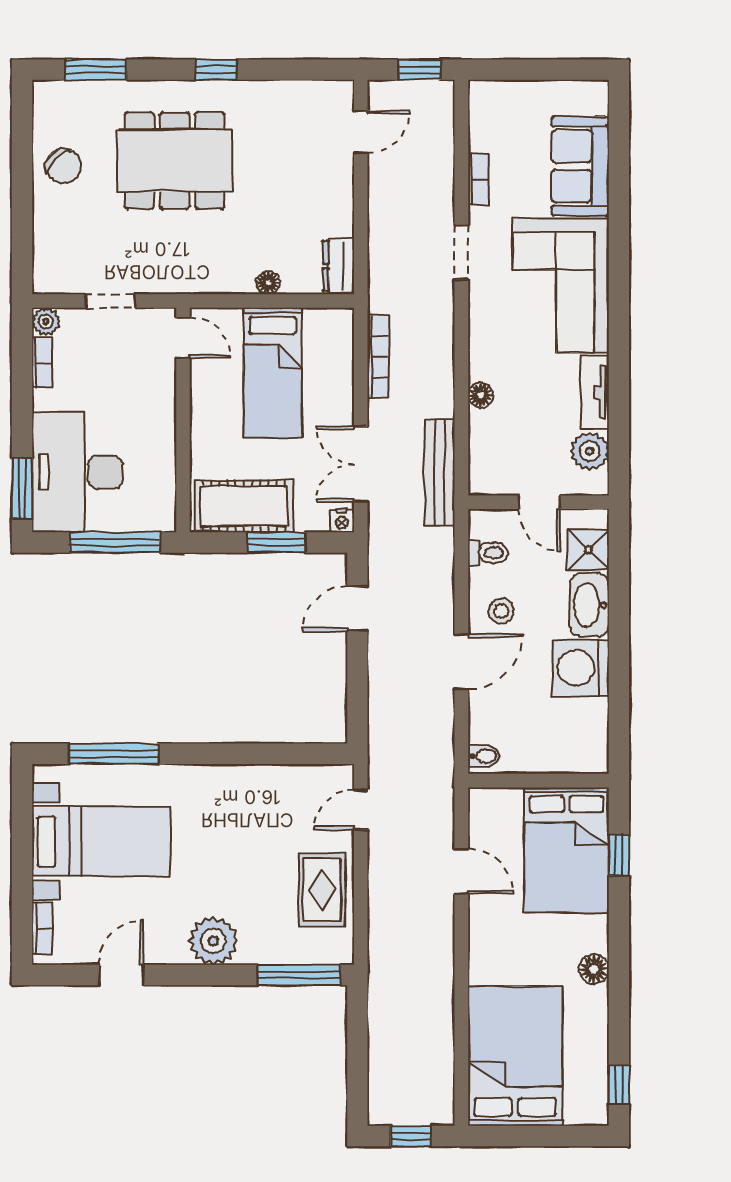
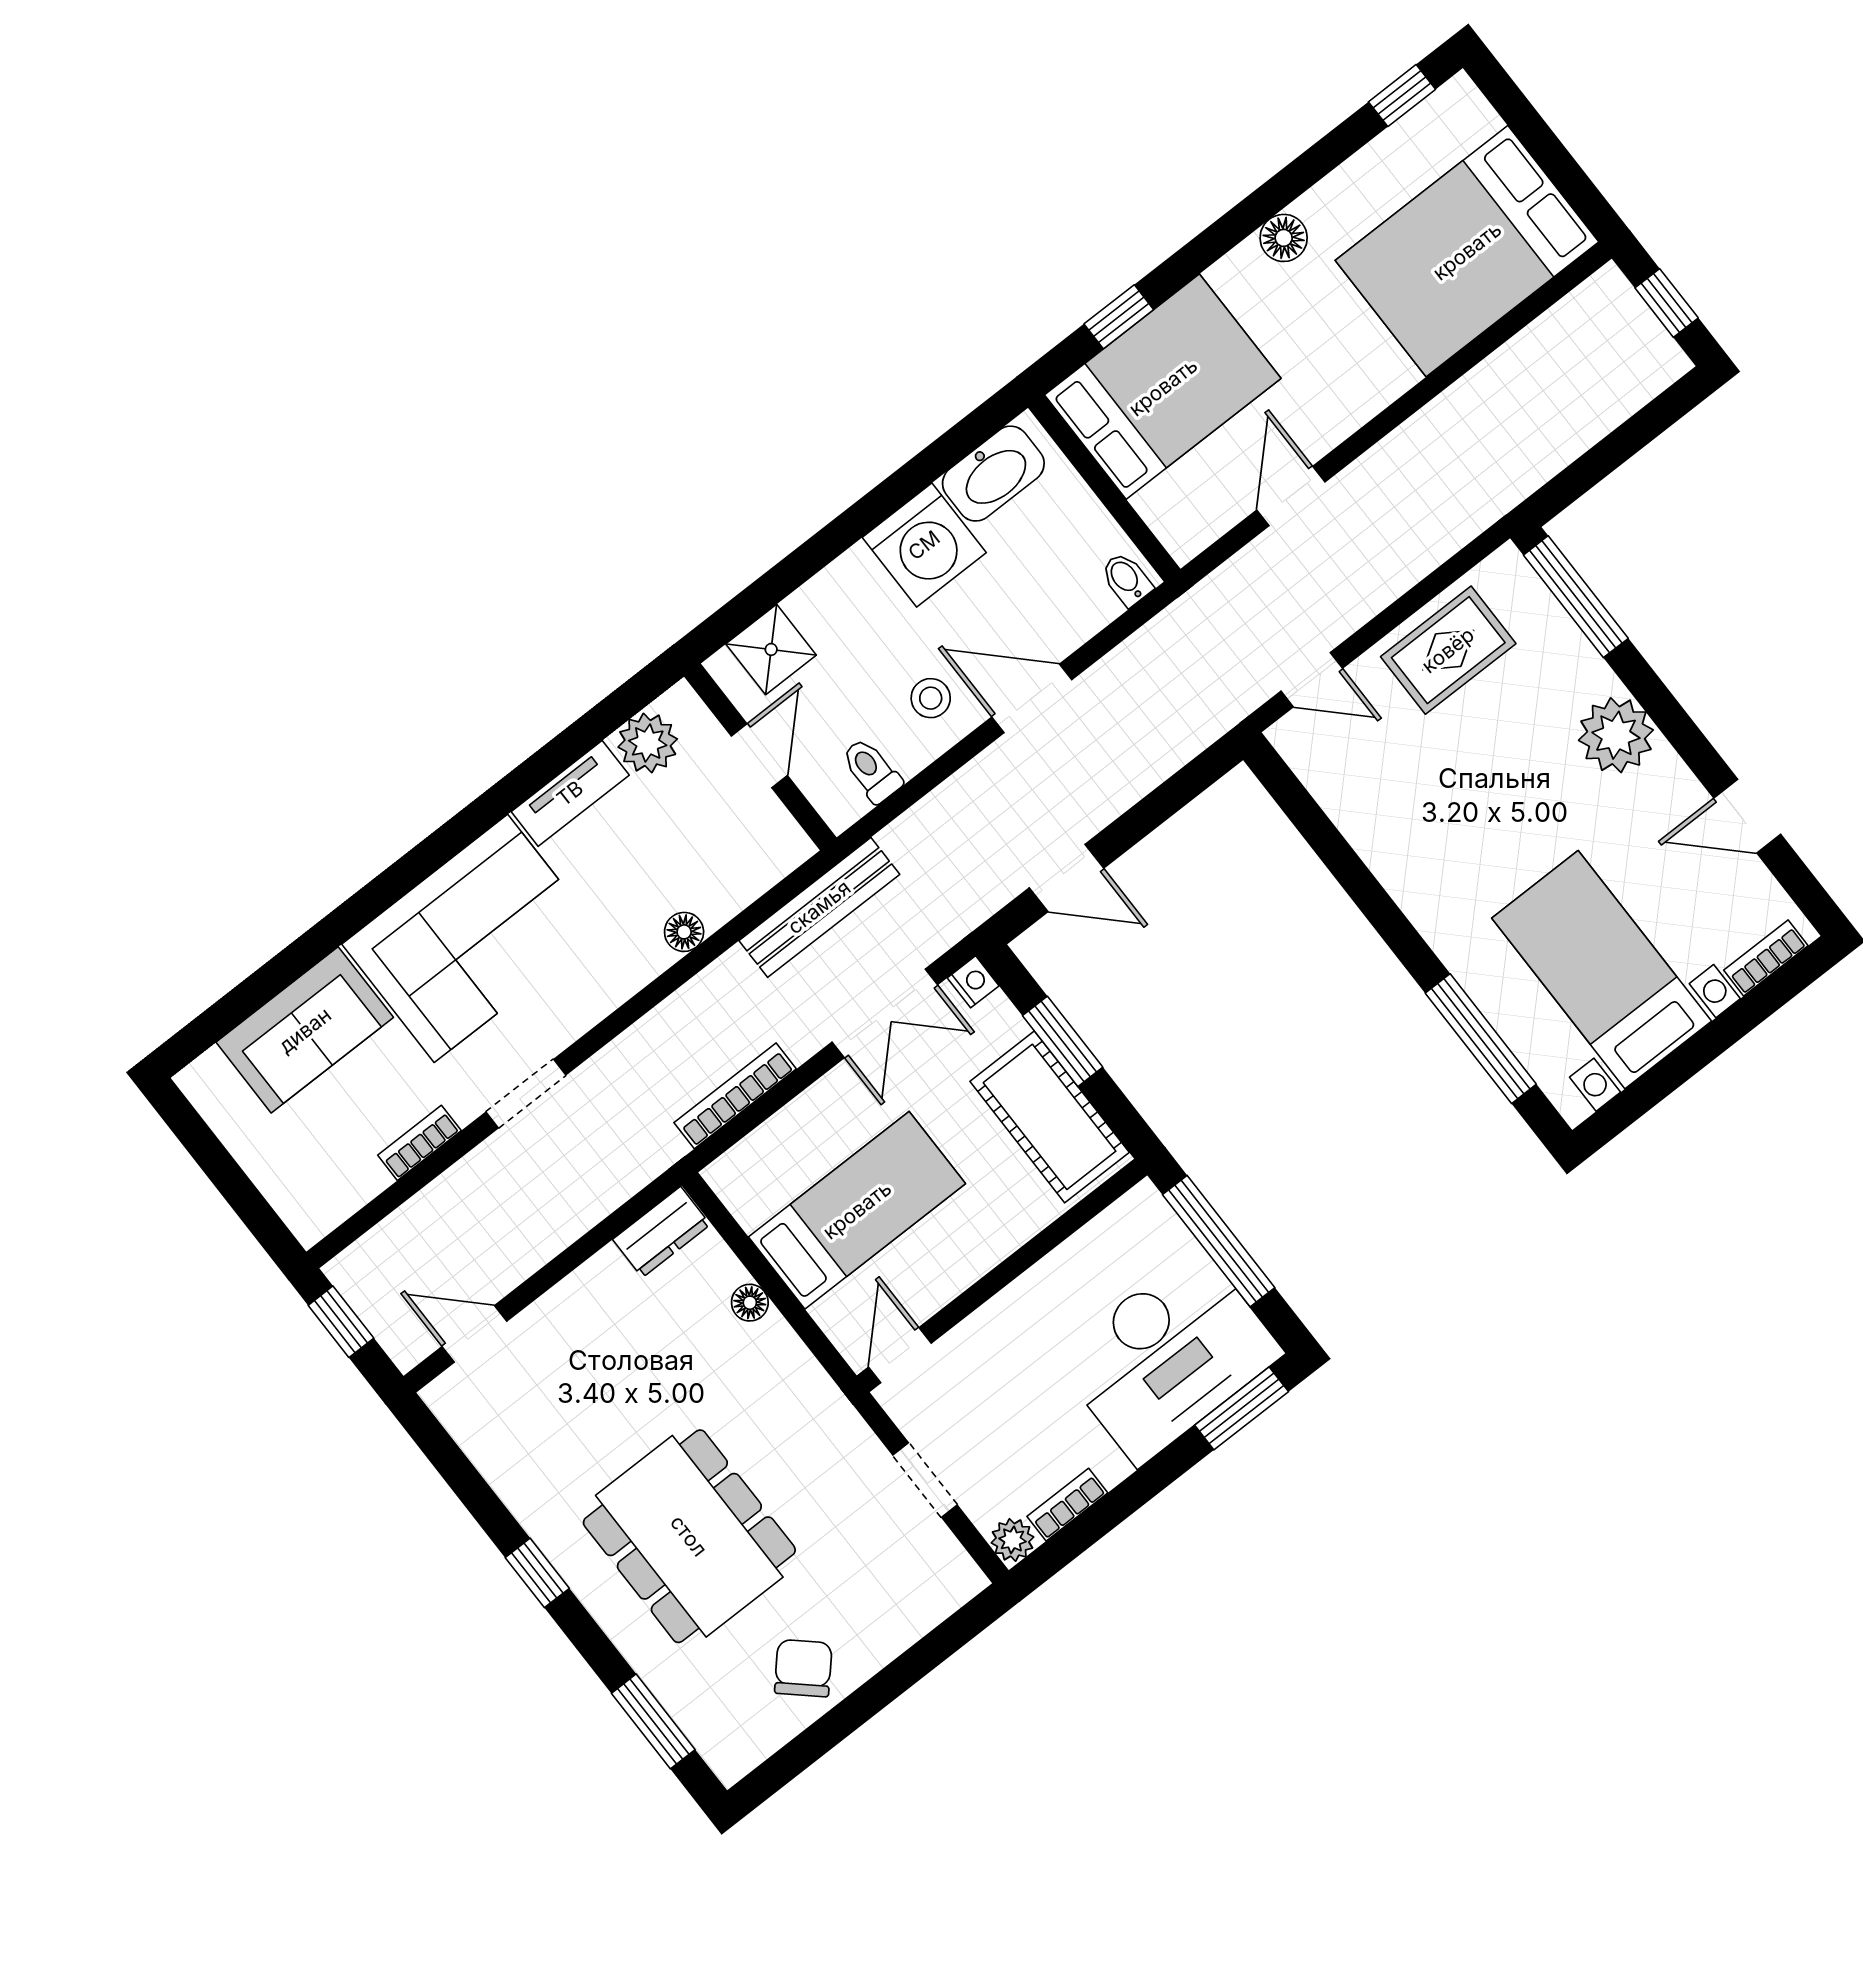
washbasin: (589, 605) -> (993, 474), moved

